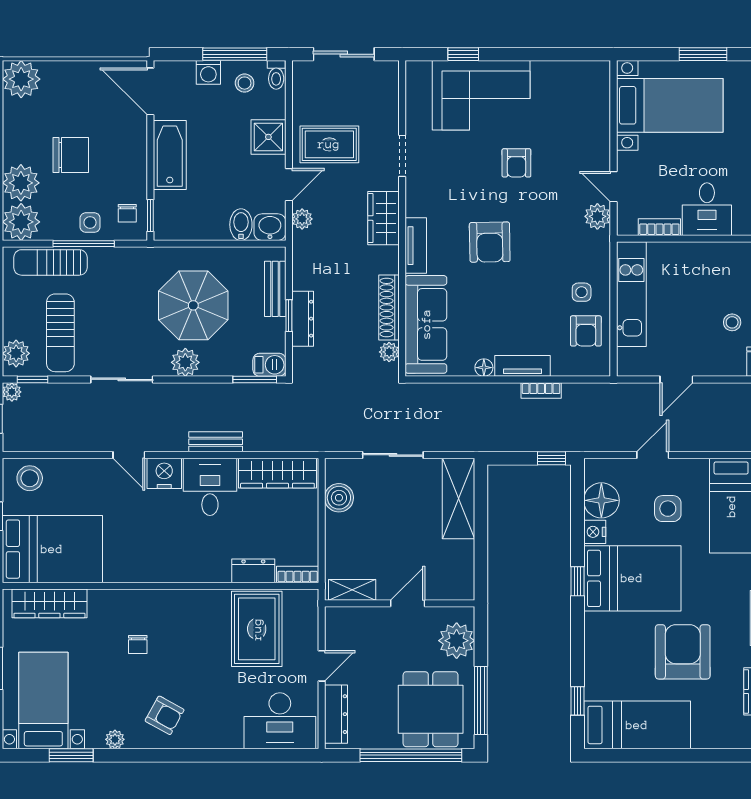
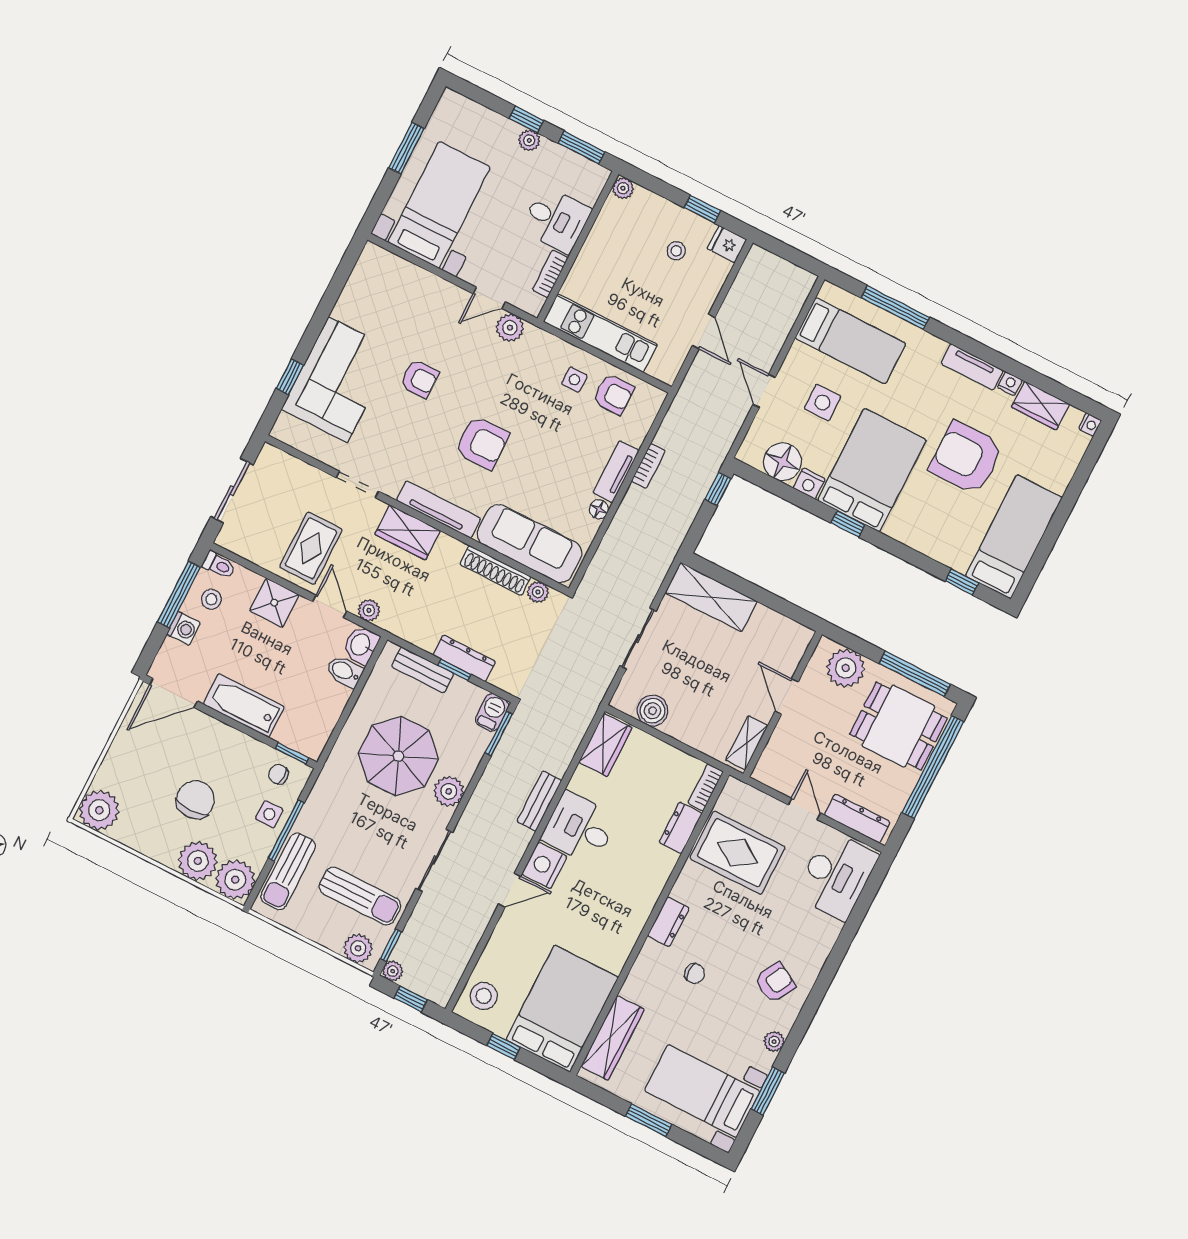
chair: (127, 213) -> (278, 774), turned 180
tv unit: (416, 246) -> (439, 509), width x1.41
wardrobe: (277, 473) -> (605, 745), width x0.67
dresser: (170, 601) -> (668, 922), added

